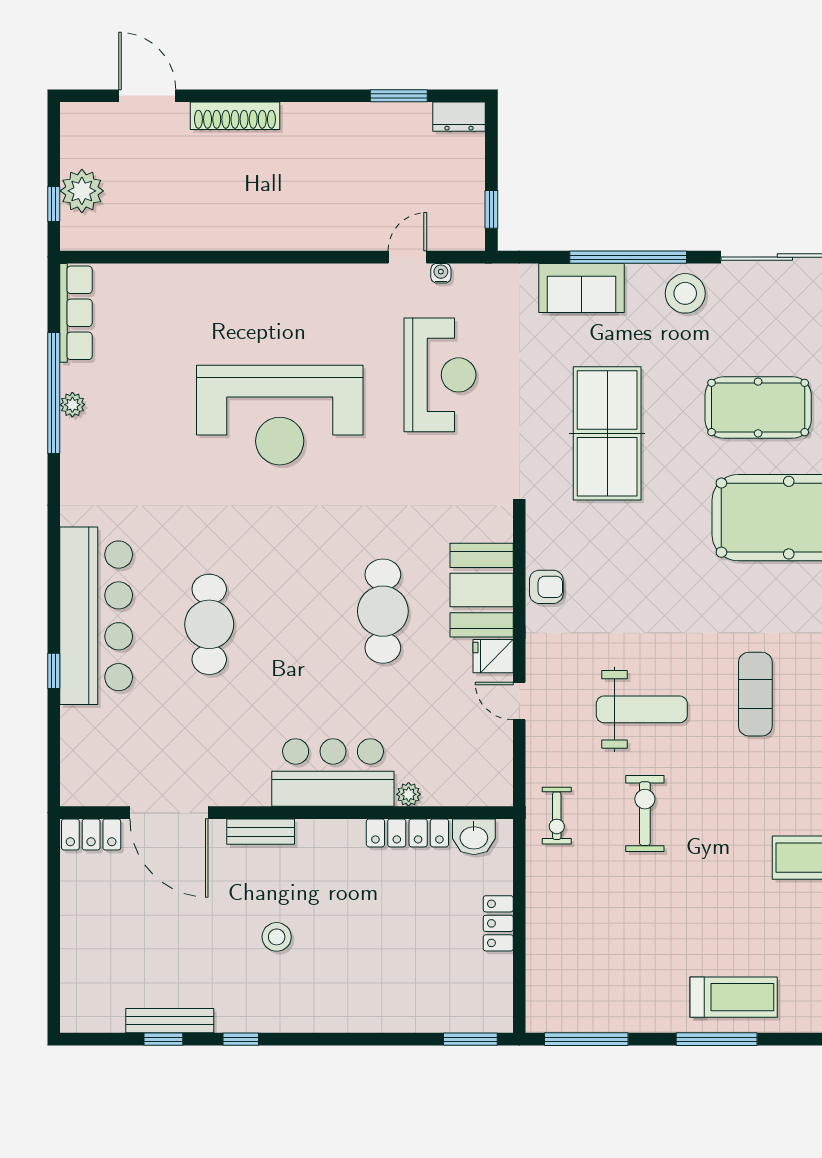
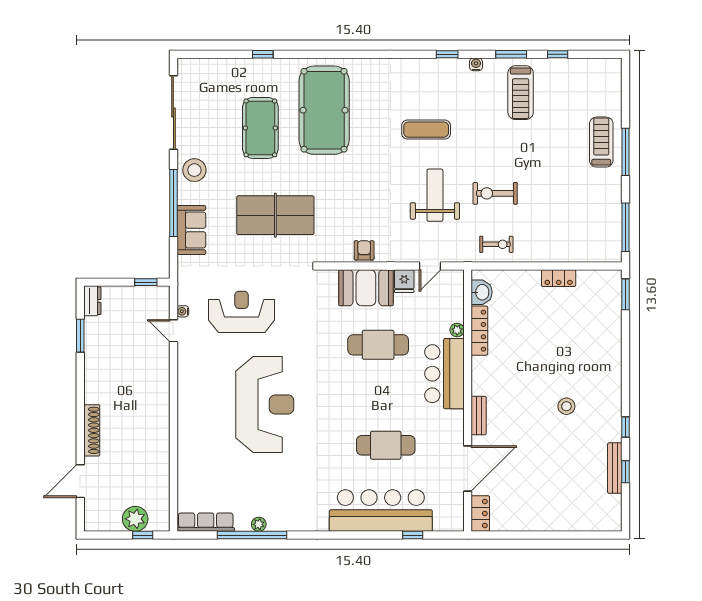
bar counter: (333, 772) -> (444, 374), moved
plant: (409, 794) -> (457, 330), moved
door: (169, 813) -> (468, 468), moved
wall: (287, 813) -> (468, 401), moved
bench: (261, 832) -> (479, 415), moved
locker: (407, 833) -> (479, 331), moved
locker: (91, 834) -> (480, 514), moved
washbasin: (474, 837) -> (482, 292), moved

